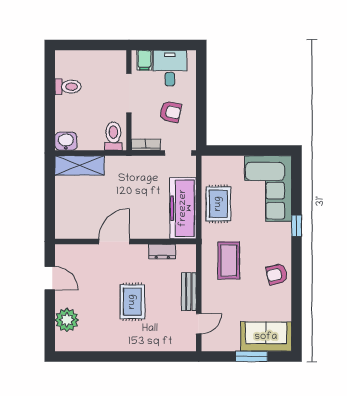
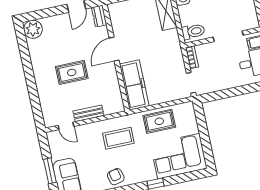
armchair: (171, 112) -> (221, 70), removed
freezer: (183, 208) -> (134, 85), moved, turned 90
door: (114, 242) -> (114, 49), swing flipped
dresser: (162, 252) -> (99, 16), moved
plant: (67, 320) -> (33, 29), moved

